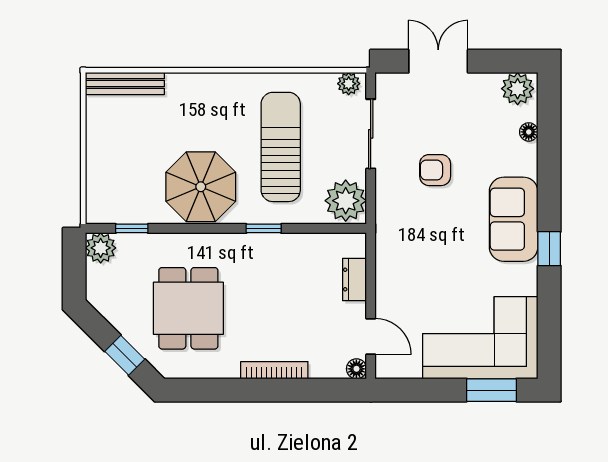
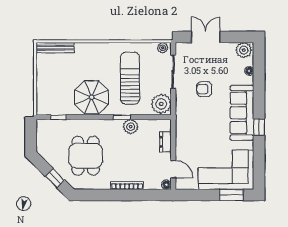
sofa: (514, 219) -> (242, 113), width x1.36
plant: (101, 248) -> (131, 127), moved

